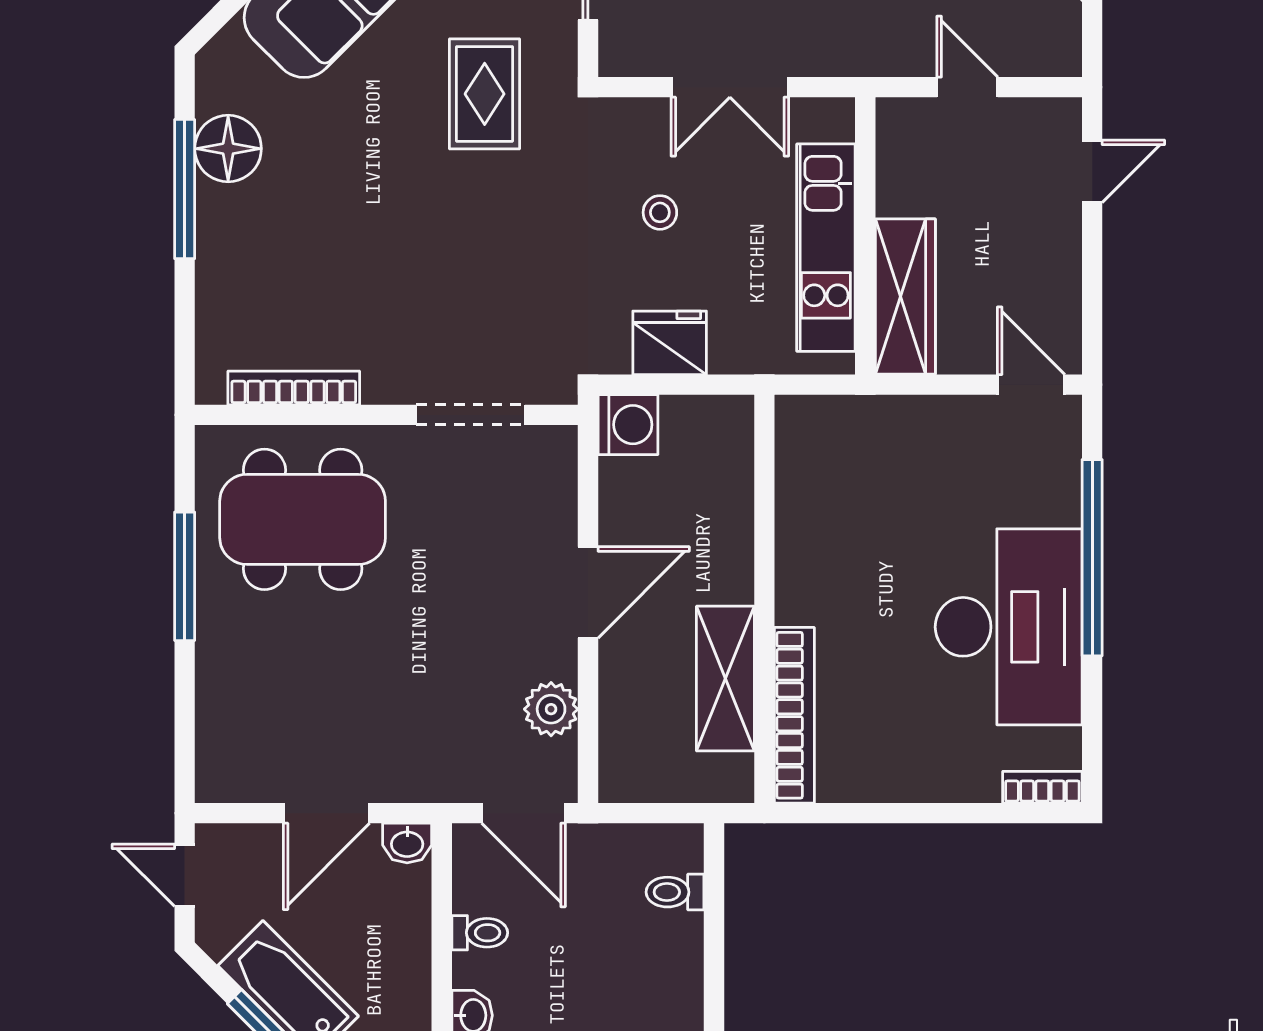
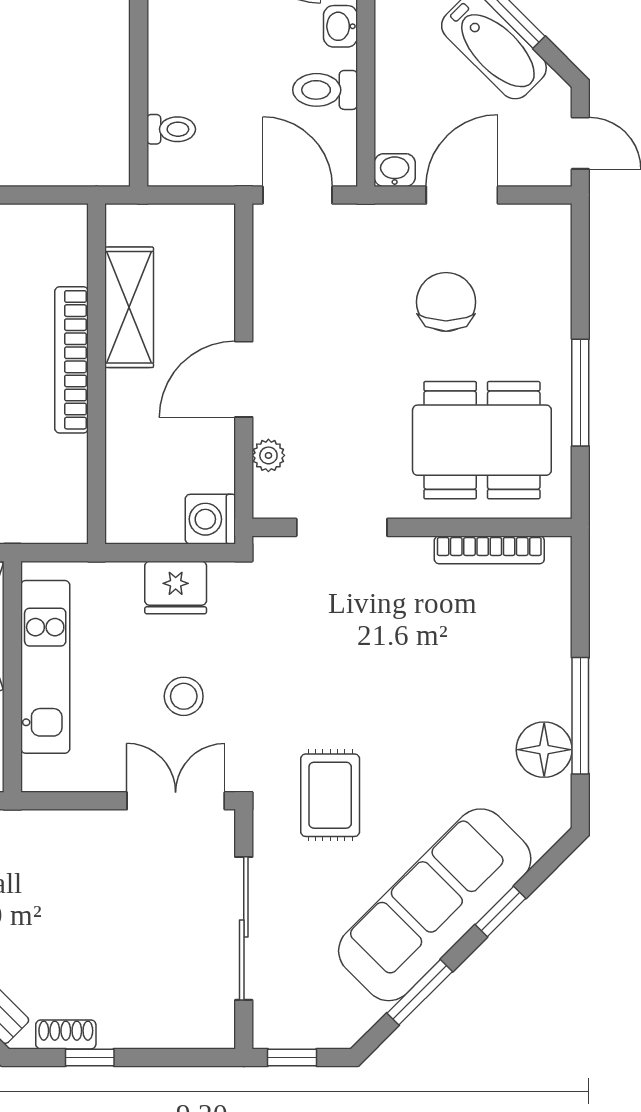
double door: (730, 87) -> (176, 801), moved
stool: (660, 212) -> (184, 696), width x1.37, depth x1.37
chair: (346, 685) -> (446, 302), added
plant: (551, 709) -> (268, 455), moved, width x0.73, depth x0.73
bookcase: (794, 715) -> (71, 360), moved
toilet: (480, 933) -> (325, 90), width x1.37, depth x1.39

